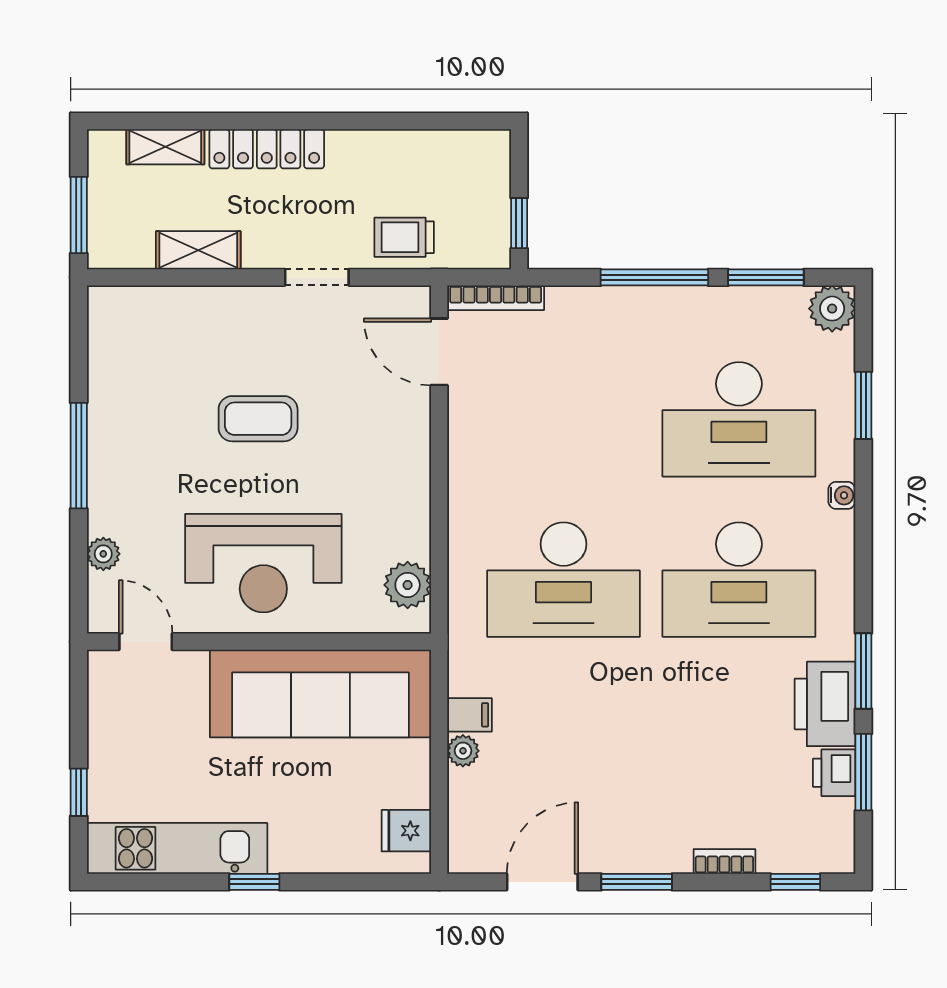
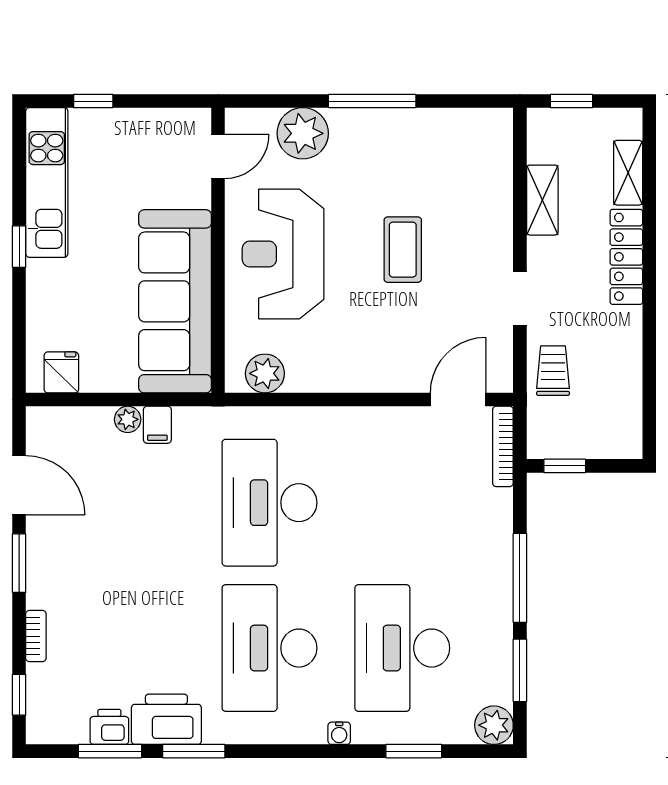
window: (79, 215) -> (572, 101), width x0.67
plant: (103, 554) -> (303, 133), width x1.87, depth x1.87

